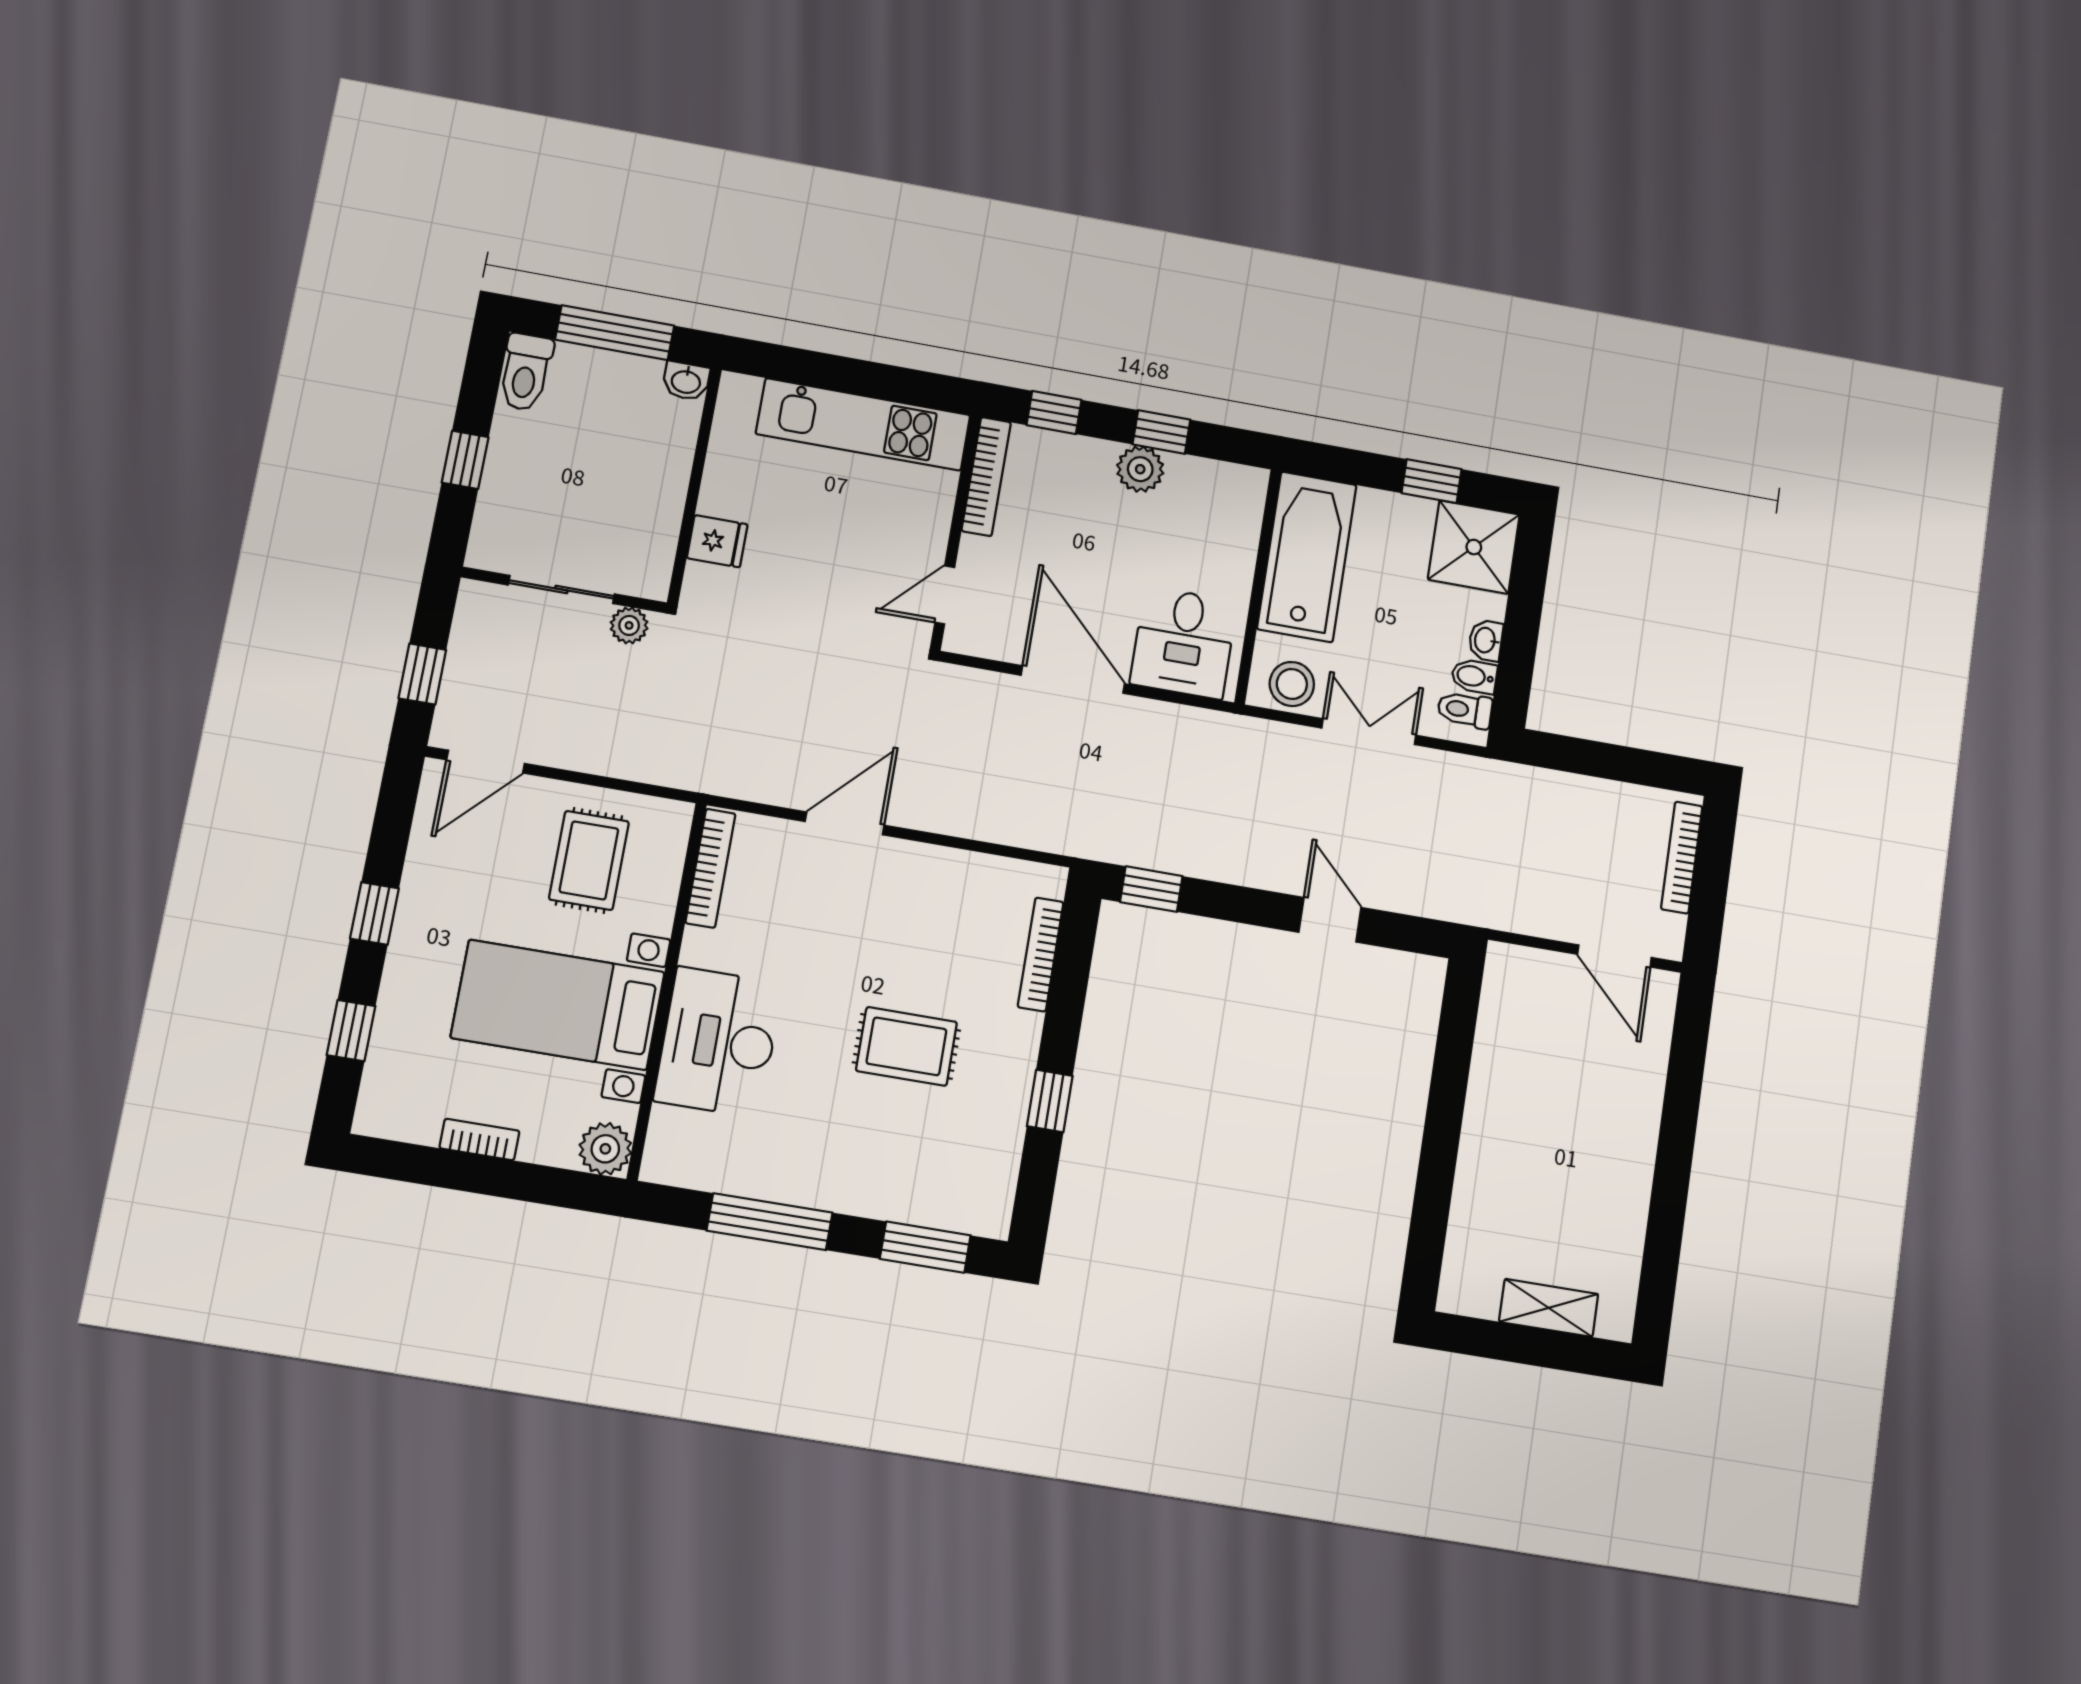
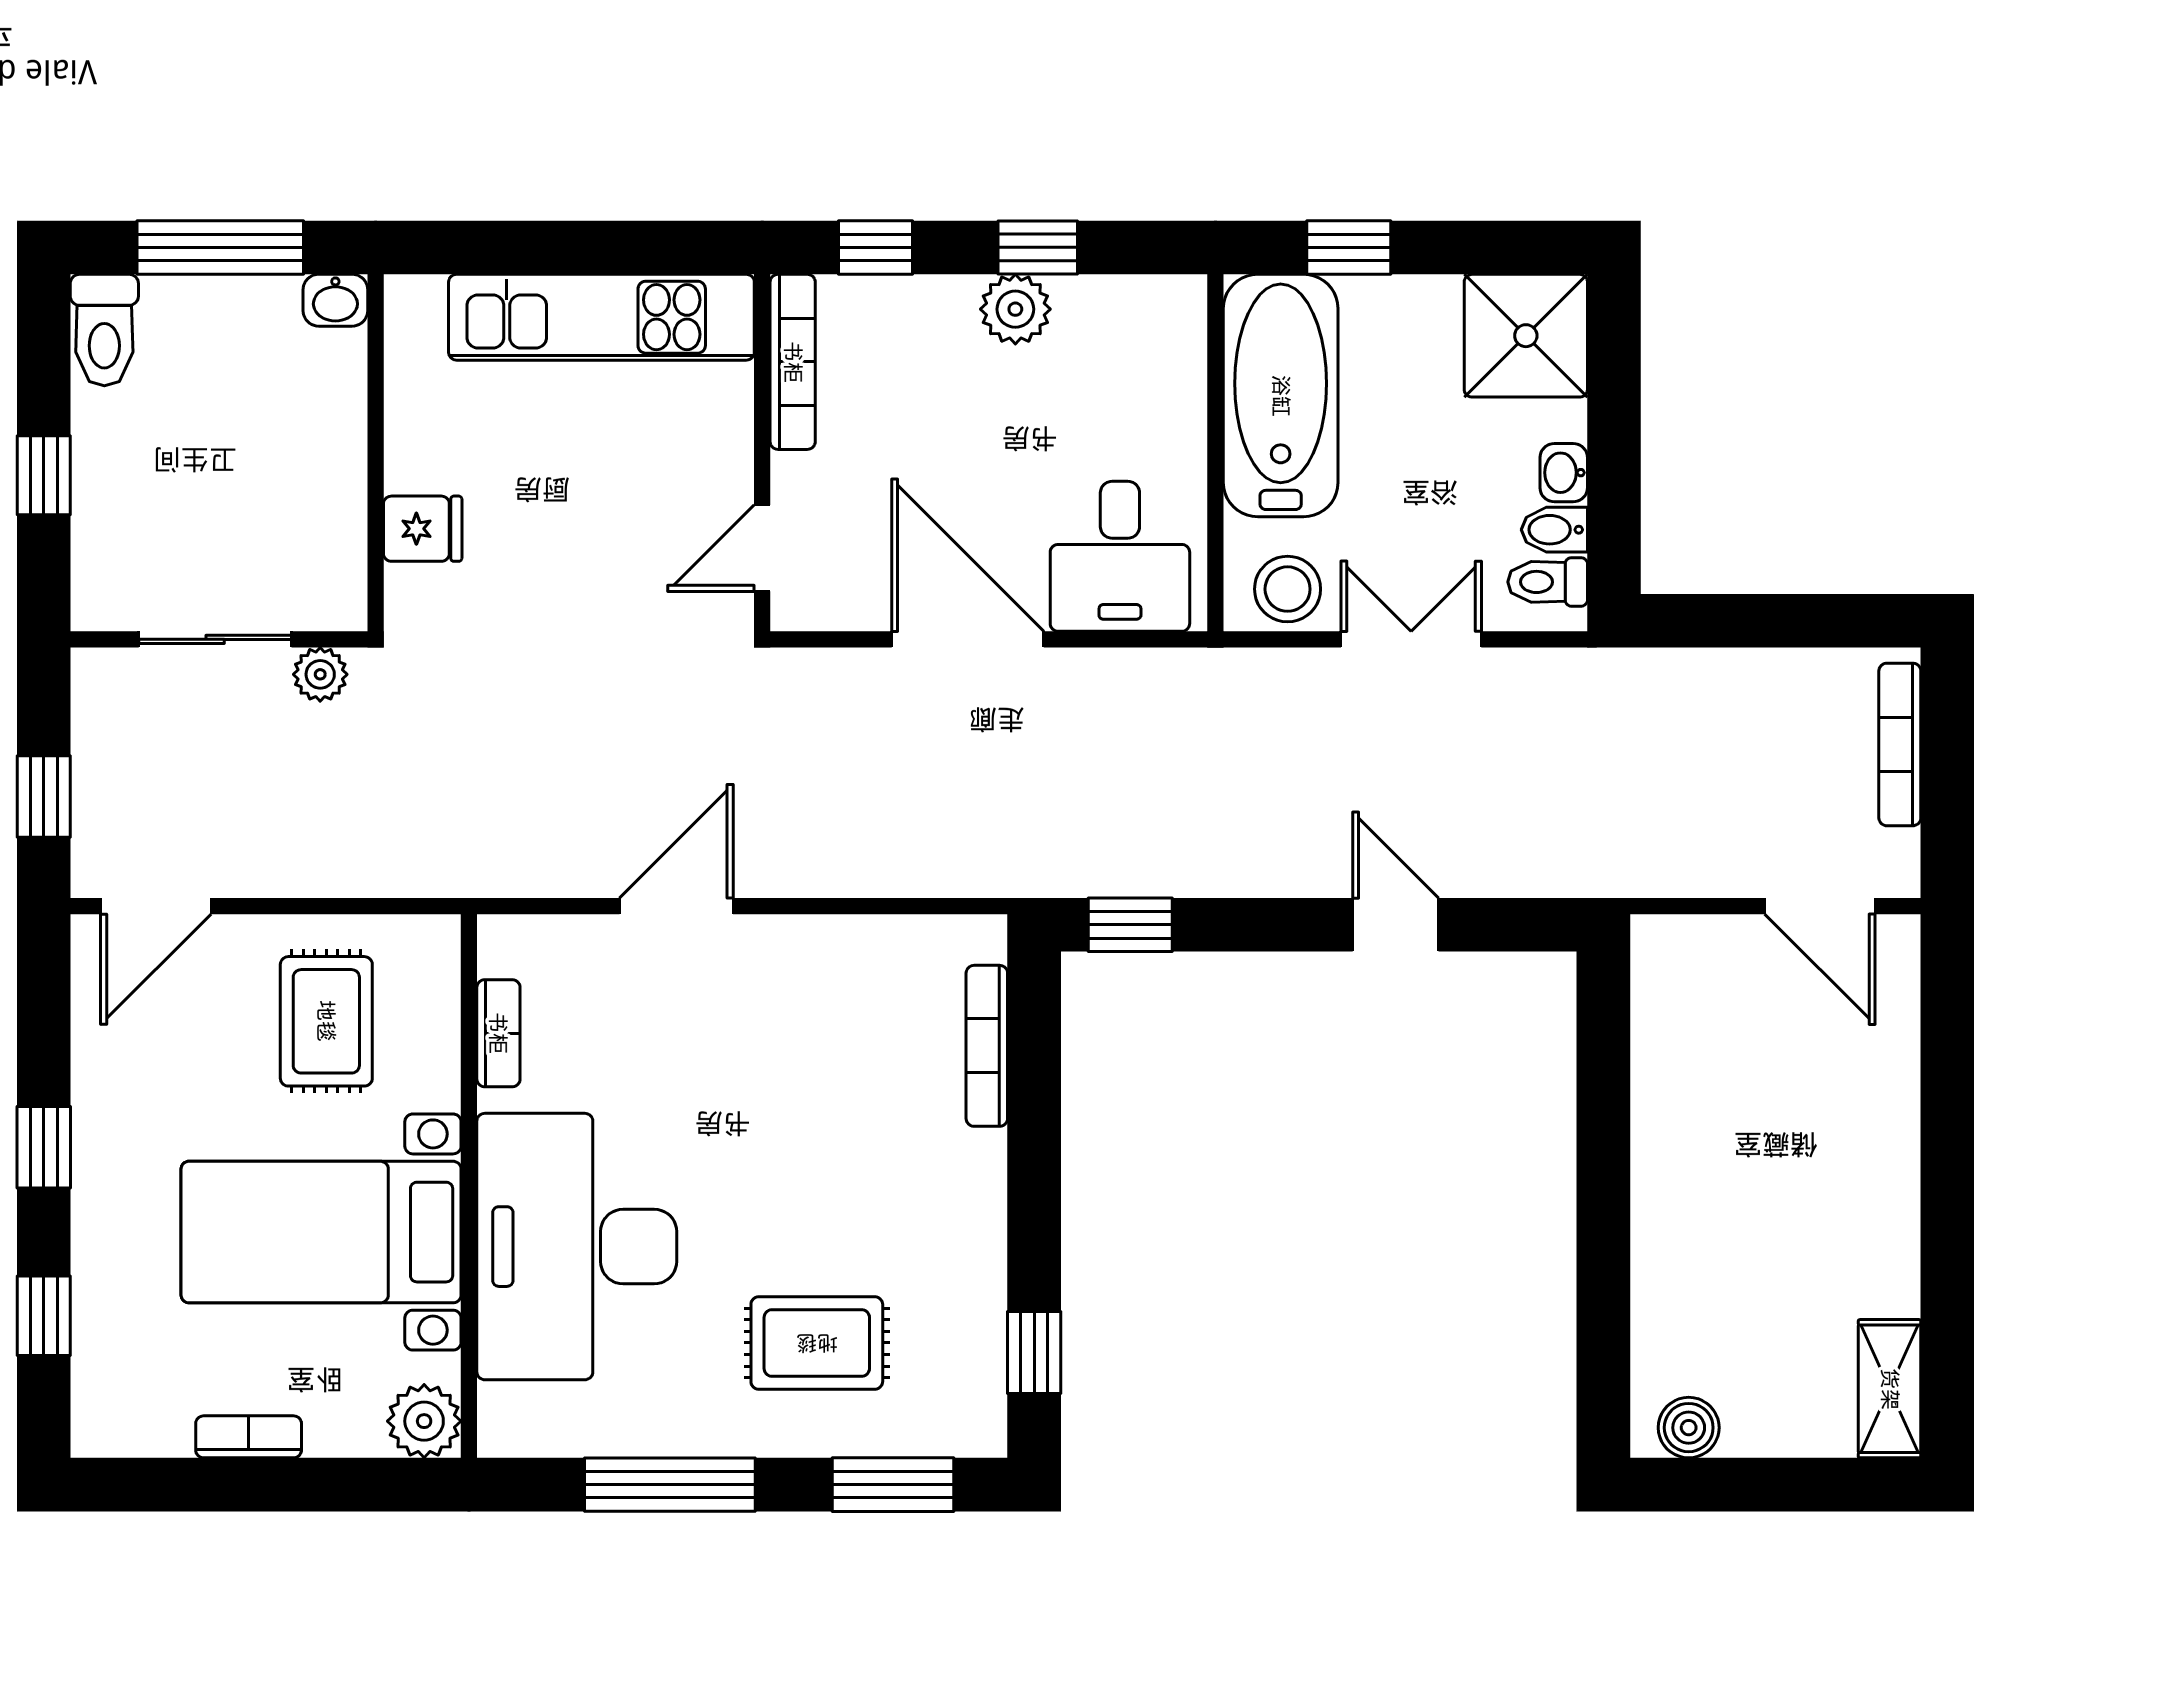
window: (1432, 481) -> (1349, 247), moved
bookcase: (710, 868) -> (498, 1033), width x0.64
desk: (718, 1042) -> (577, 1247), width x1.36, depth x1.30
rug: (906, 1046) -> (817, 1343), moved
window: (1050, 1101) -> (1034, 1353), moved
boiler: (1478, 1297) -> (1689, 1428), added
shelving: (1549, 1308) -> (1890, 1389), moved, turned 90

